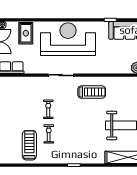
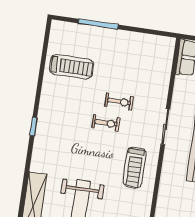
exercise bike: (49, 134) -> (106, 123), moved

